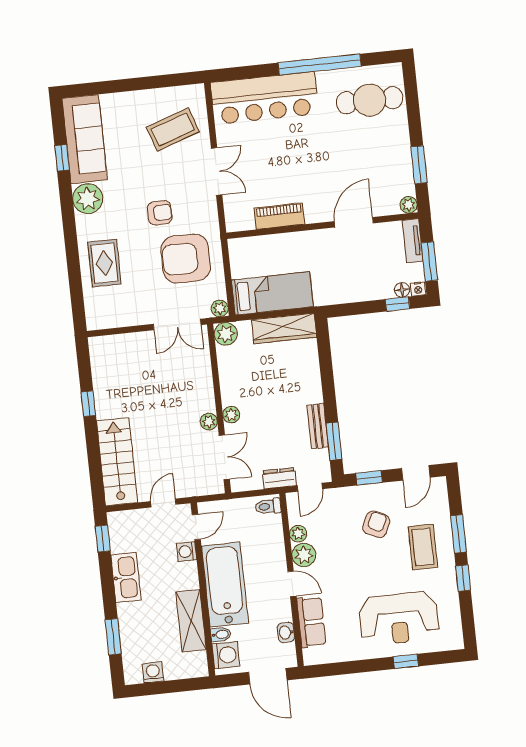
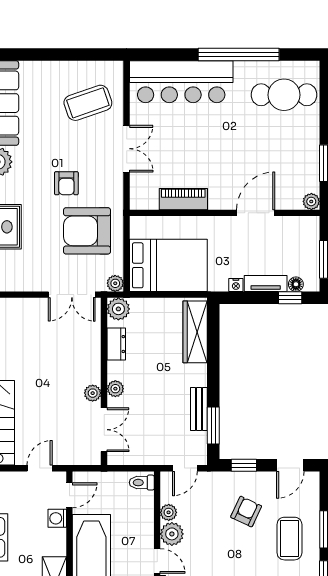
armchair: (160, 213) -> (66, 183), turned 91
tv unit: (413, 241) -> (266, 283), moved, turned 90
nightstand: (418, 289) -> (236, 285), moved
bed: (272, 293) -> (168, 265), width x1.50
wardrobe: (284, 328) -> (195, 332), moved, turned 90
dresser: (279, 478) -> (116, 344), moved, turned 90

